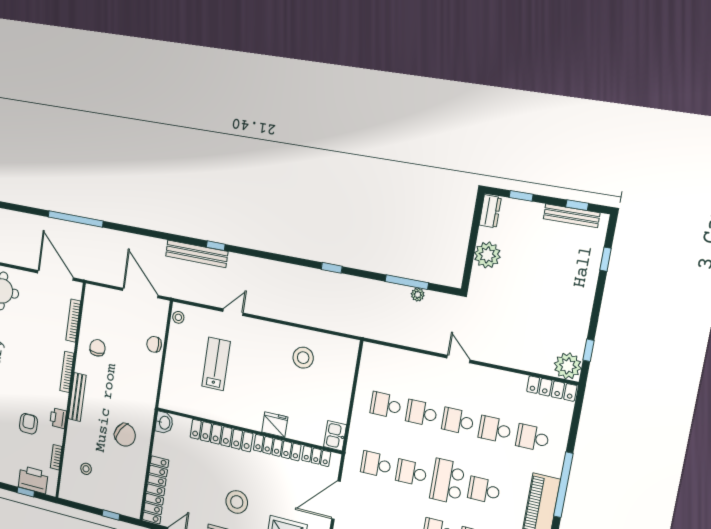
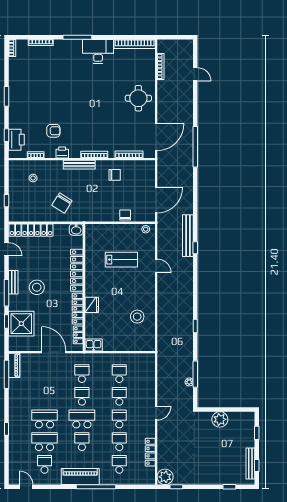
dresser: (490, 211) -> (245, 417), removed
locker: (552, 388) -> (150, 452), moved

